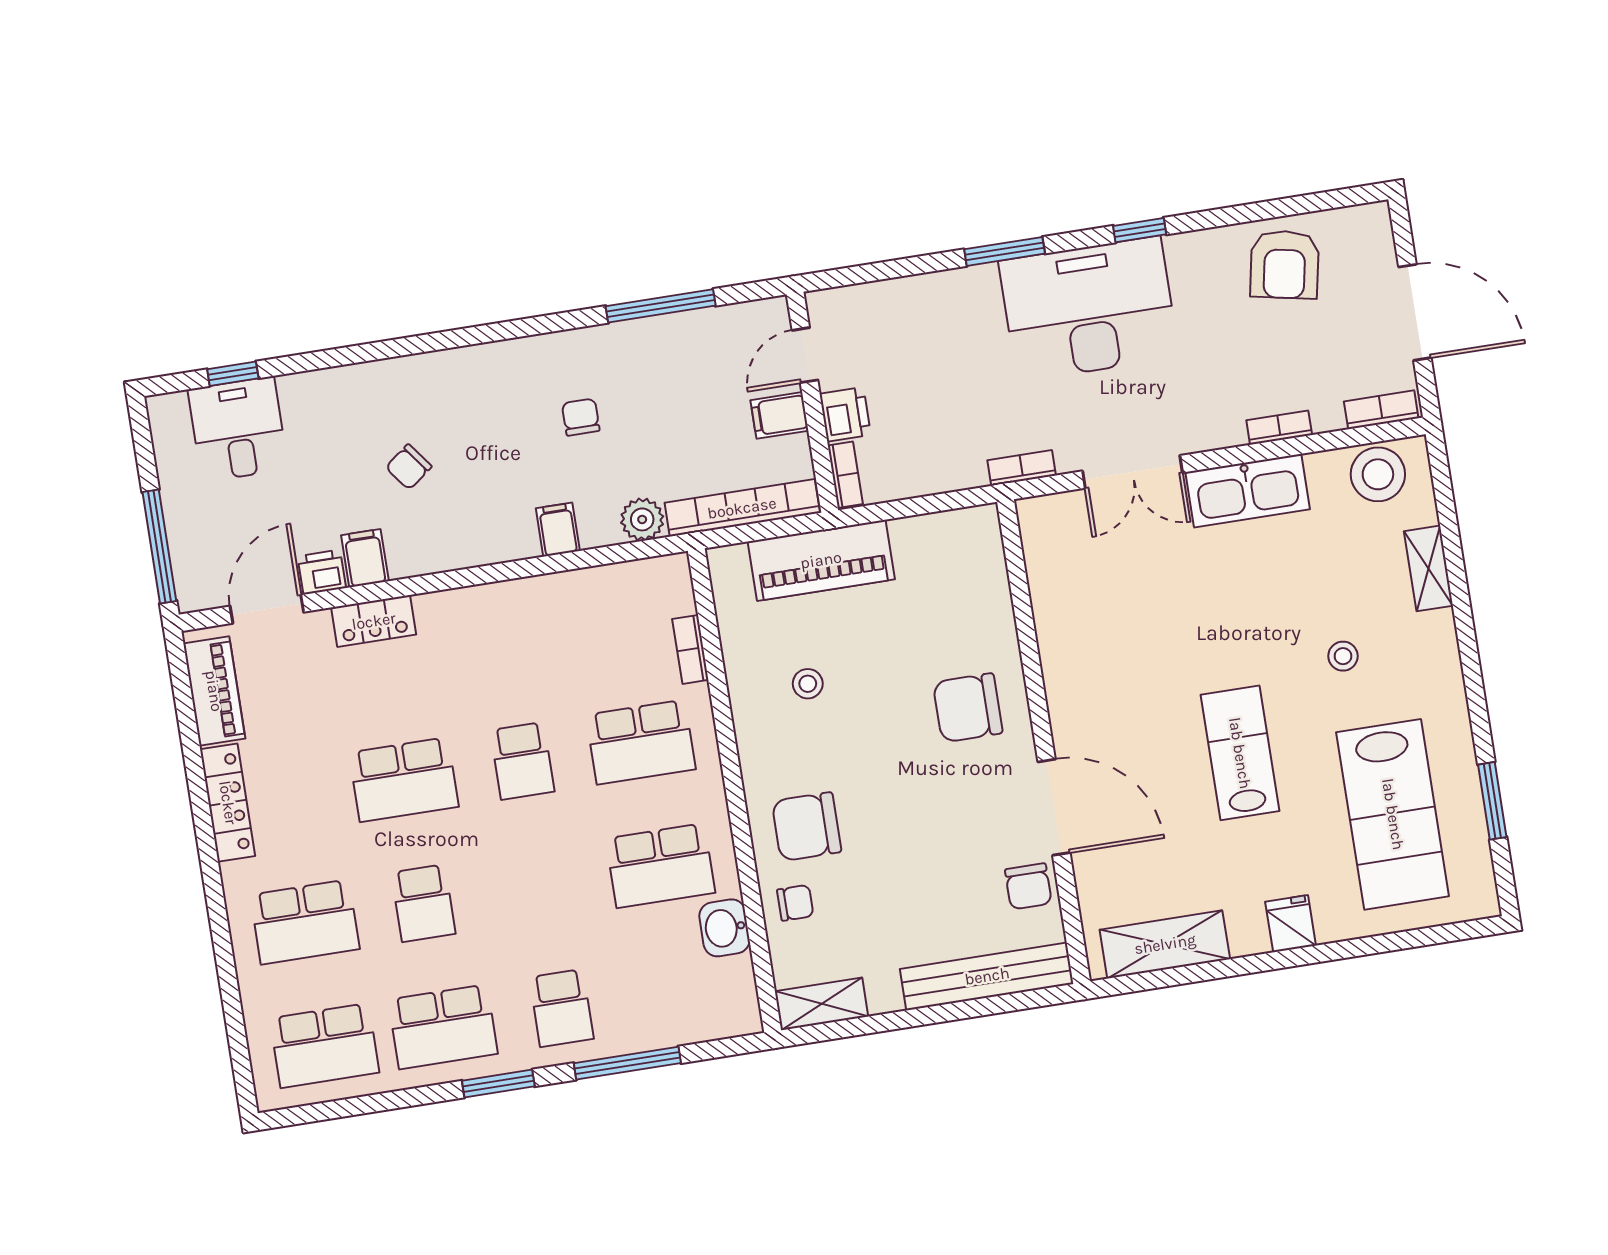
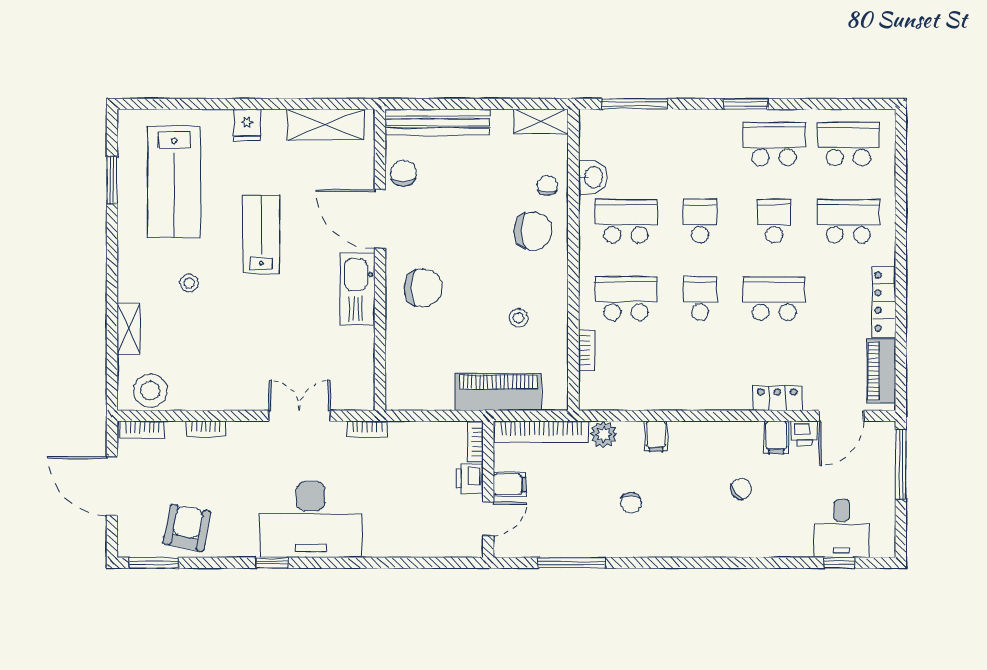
window: (1005, 251) -> (154, 563), moved
kitchen sink: (1248, 491) -> (358, 289), moved, turned -90
lab bench: (1240, 753) -> (261, 234), turned 180
lab bench: (1393, 814) -> (174, 182), turned 180
chair: (795, 903) -> (547, 186), turned 90
school desk: (561, 1008) -> (700, 221), moved
window: (627, 1063) -> (634, 104), moved

